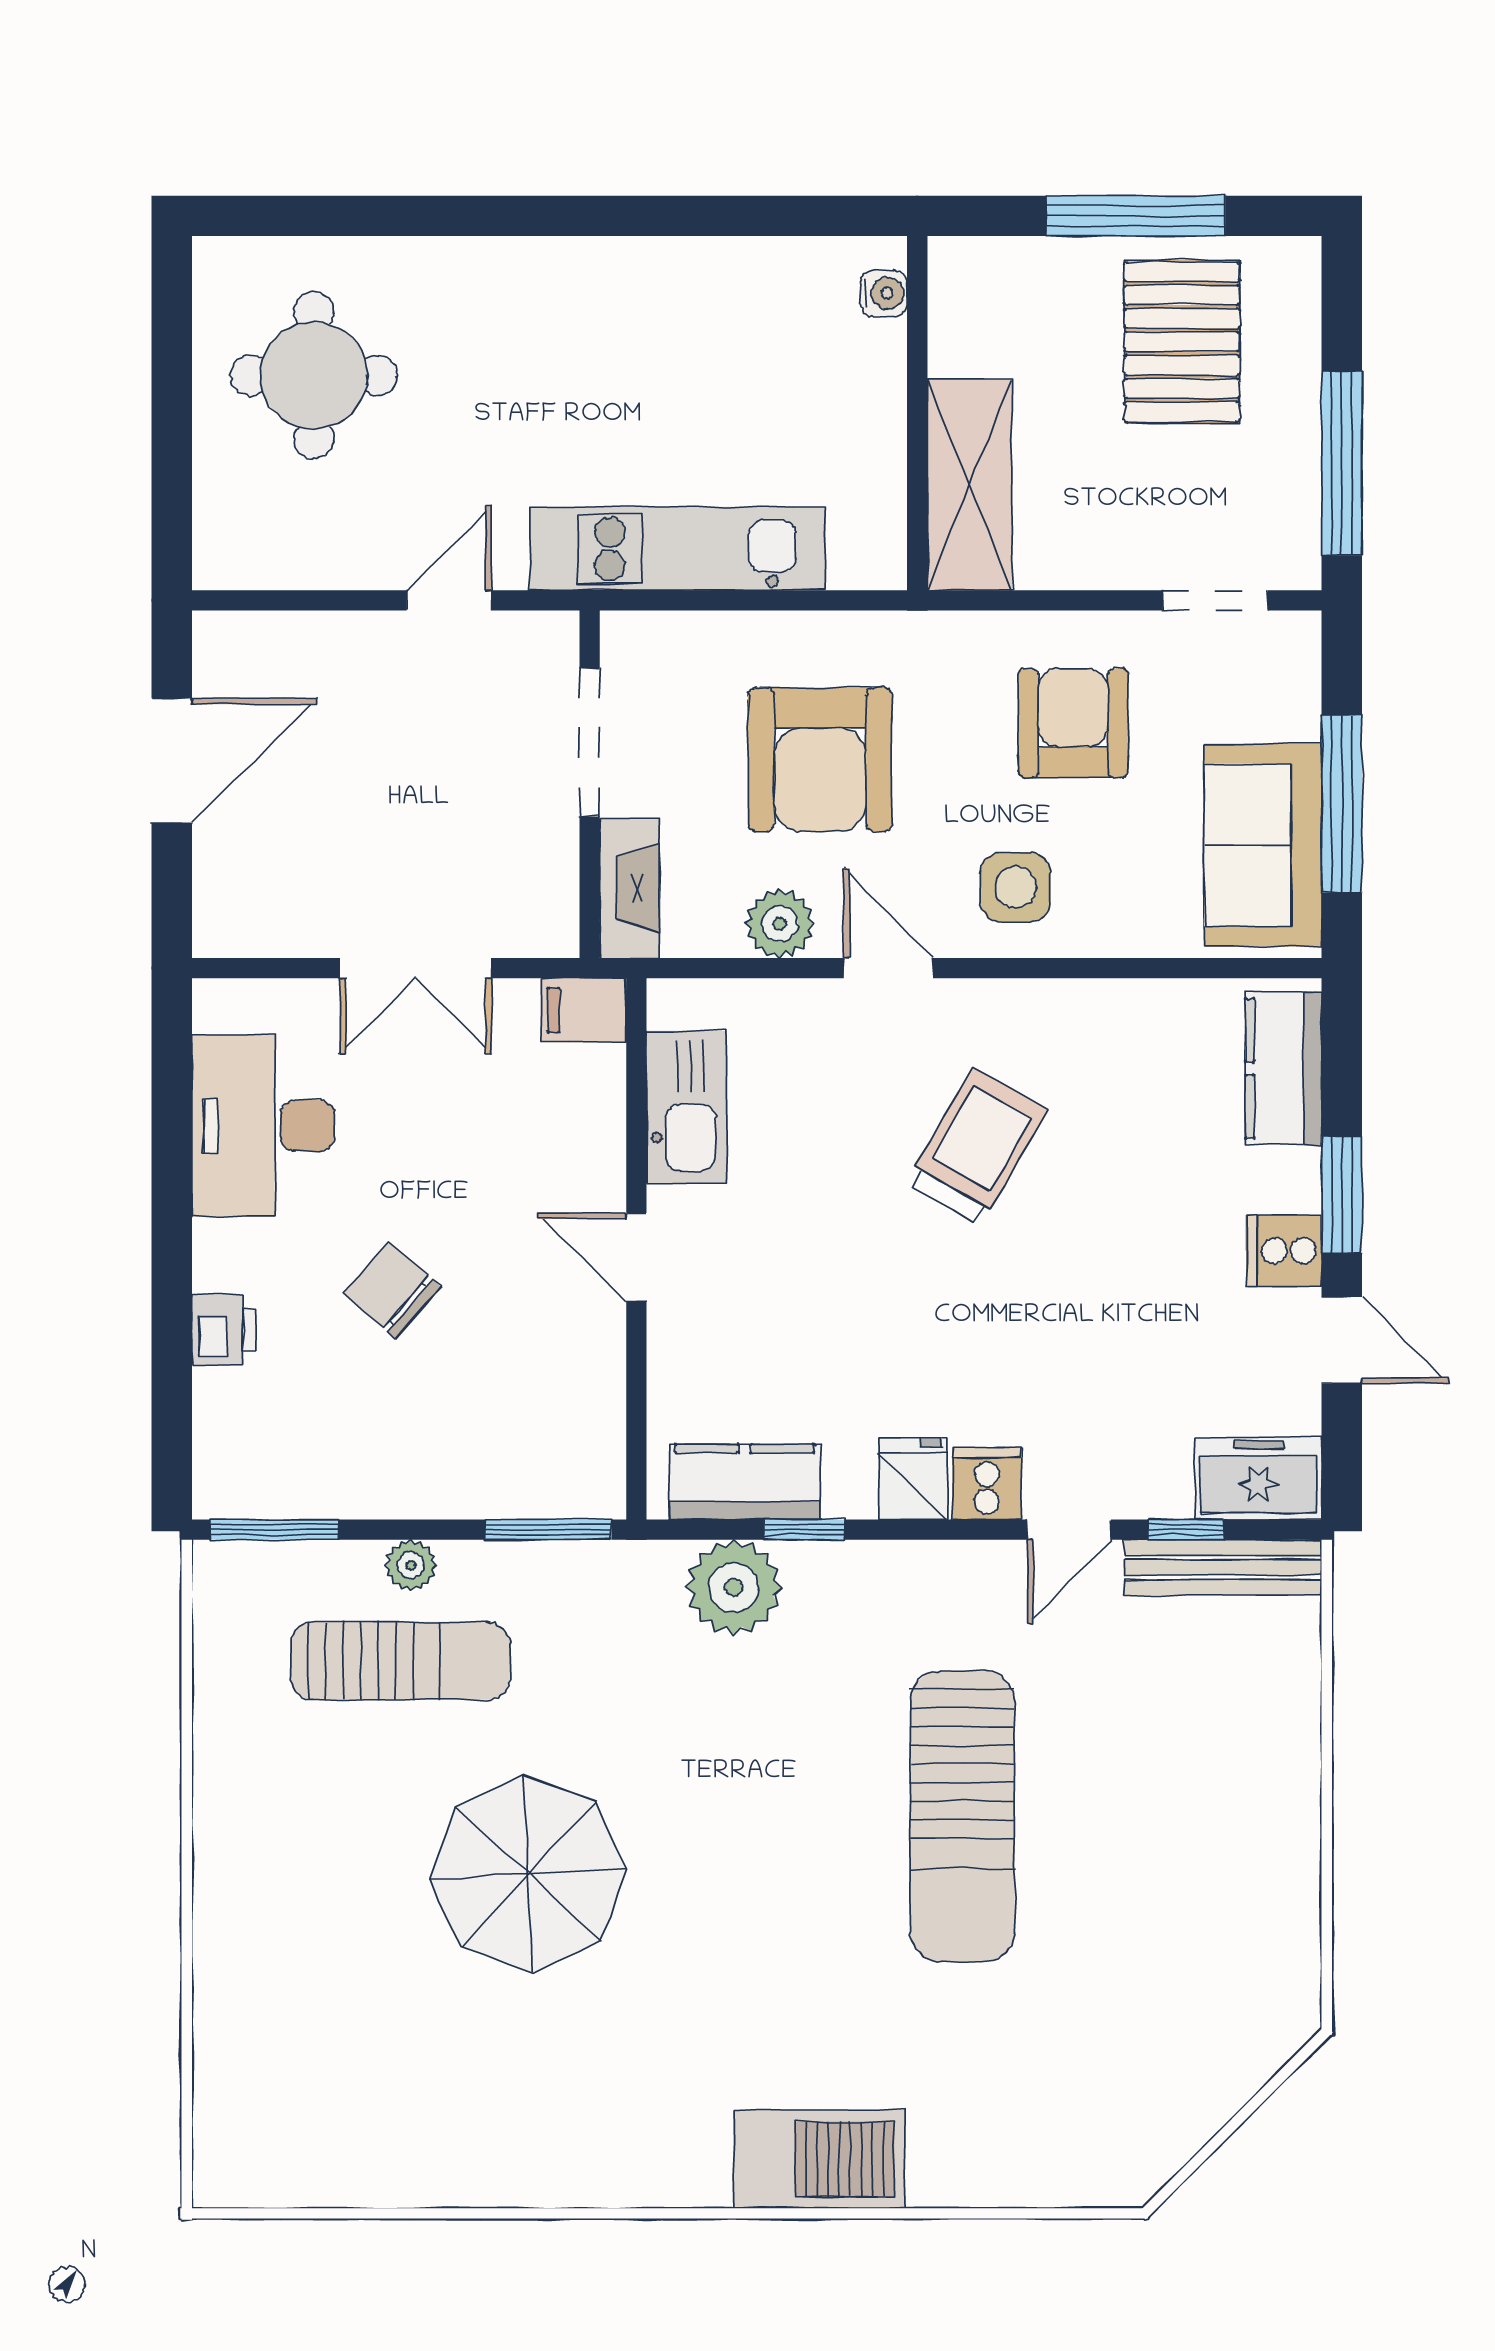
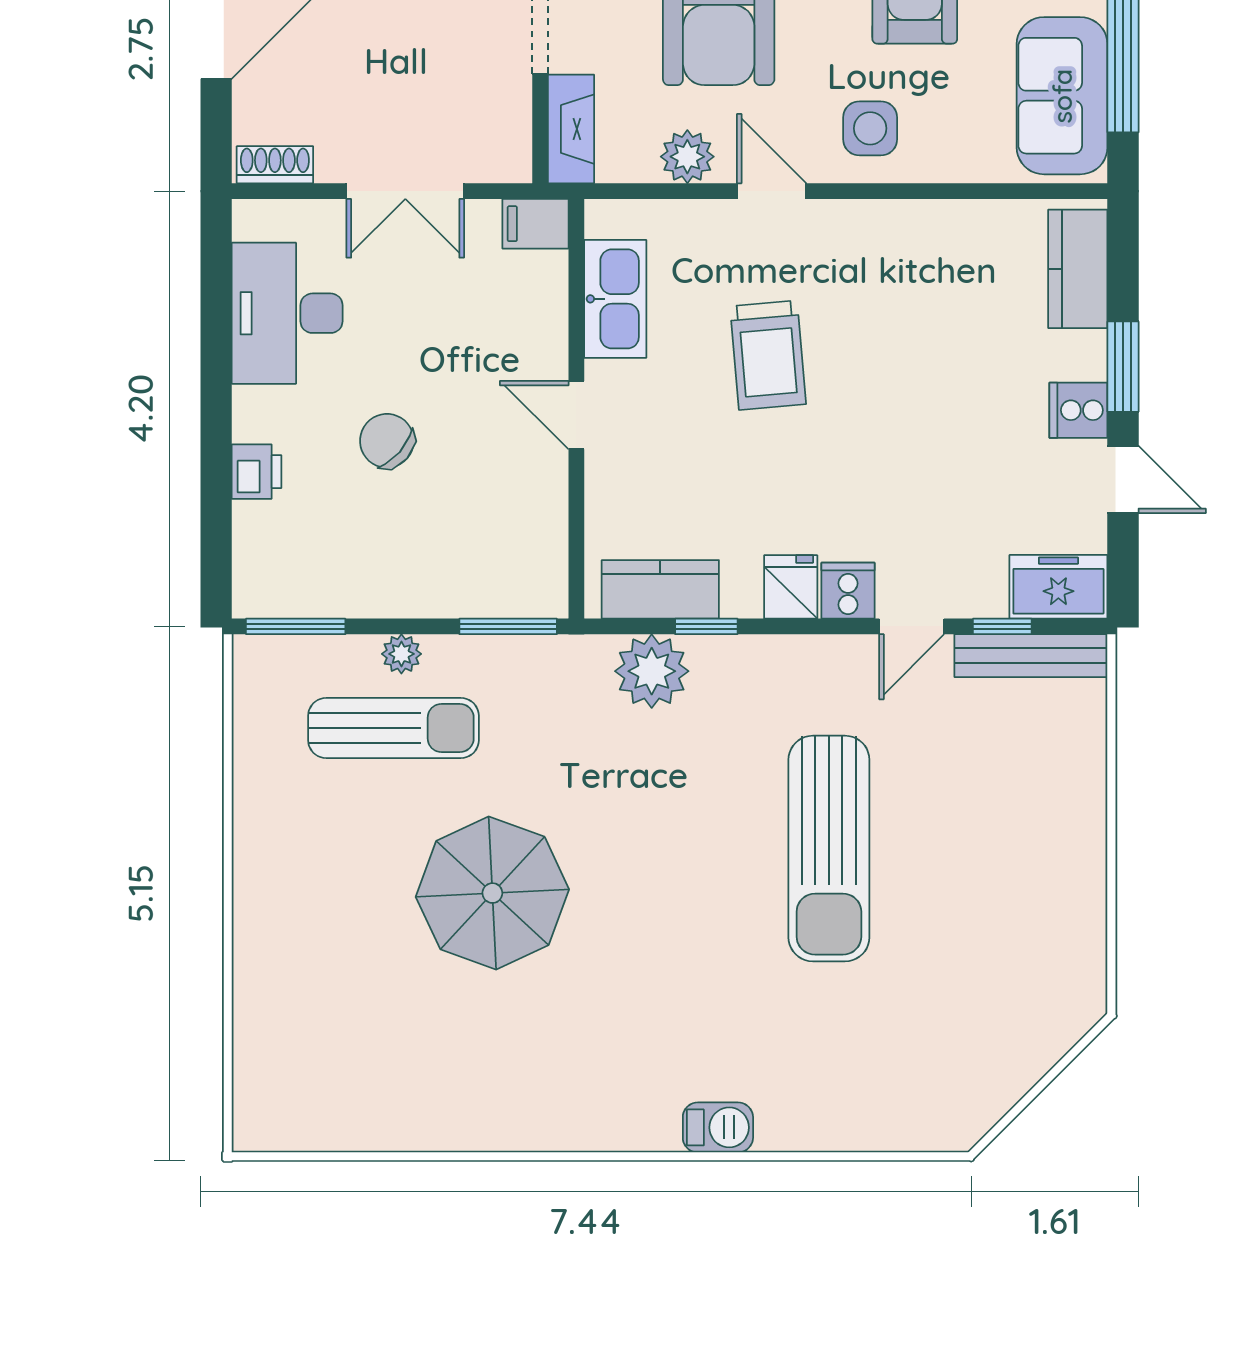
shoe rack: (247, 934) -> (275, 165), added
trolley: (977, 1146) -> (768, 355), moved, turned 145
barbecue: (819, 2159) -> (718, 1127), width x0.53, depth x0.65

